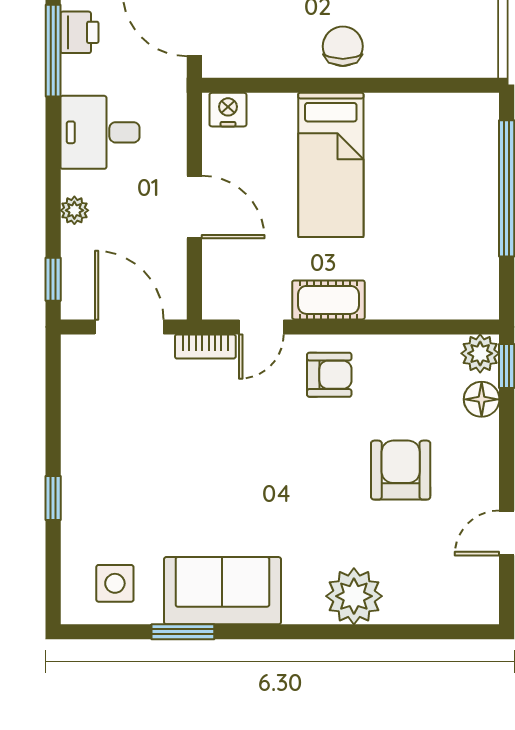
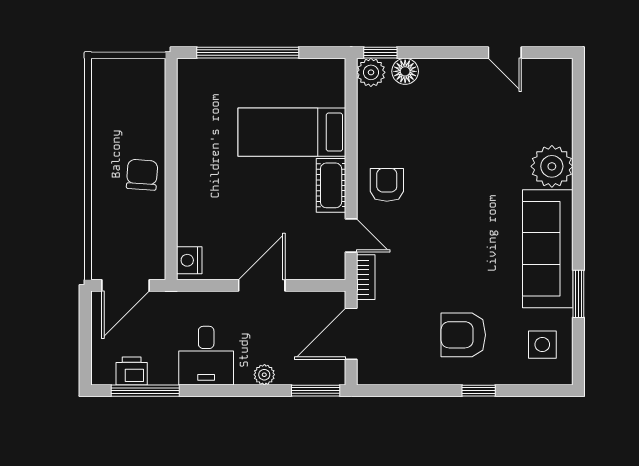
chair: (343, 46) -> (142, 175), turned 94
bed: (331, 165) -> (292, 132), moved, turned 180
window: (53, 279) -> (316, 391), width x1.50
armchair: (401, 470) -> (463, 335), moved
sofa: (222, 591) -> (548, 249), width x1.36

